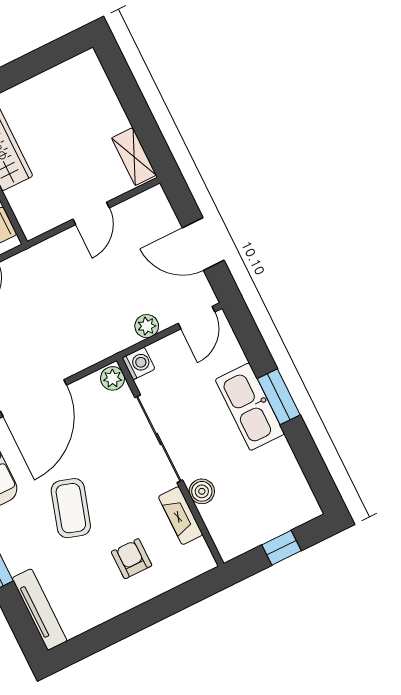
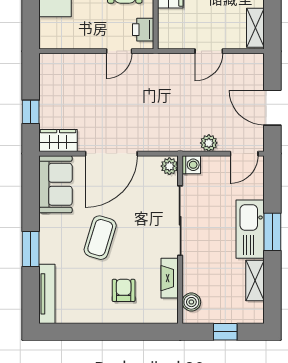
shelving: (287, 467) -> (255, 280), added
boiler: (202, 491) -> (191, 302), moved

